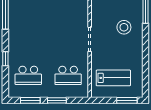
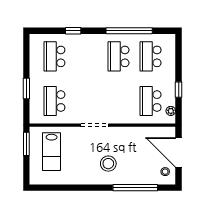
school desk: (28, 18) -> (119, 56), added
window: (30, 100) -> (26, 59), removed
window: (127, 100) -> (26, 144), moved

